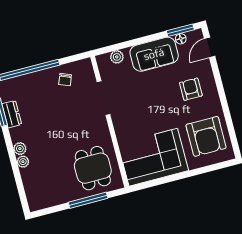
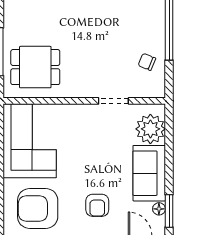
plant: (117, 57) -> (150, 129), width x1.87, depth x1.87
armchair: (191, 89) -> (97, 205), turned 90
doorway: (104, 98) -> (113, 101), width x0.73

